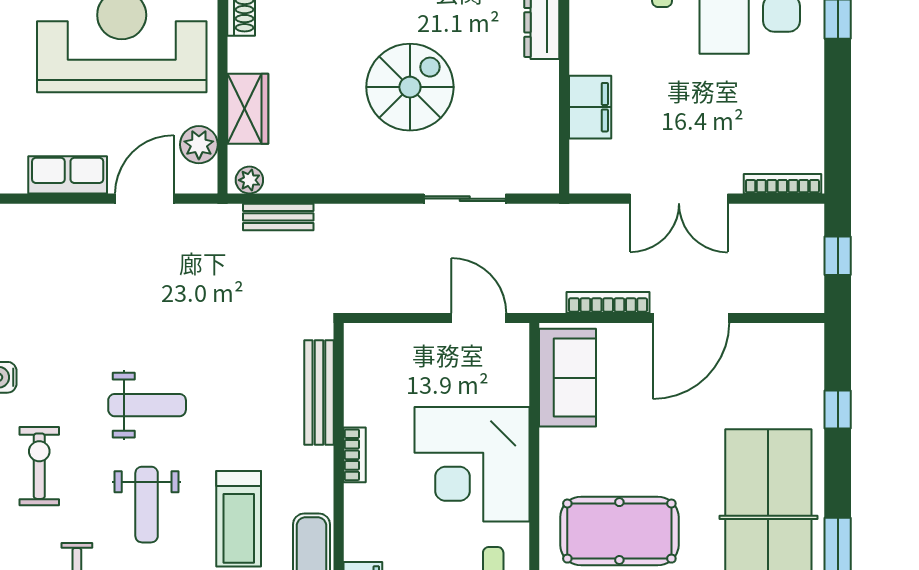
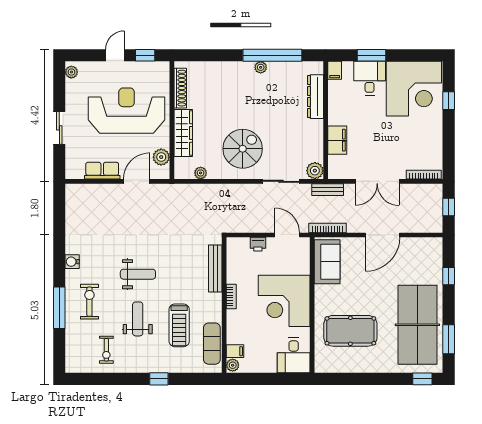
spiral stairs: (410, 87) -> (243, 149), moved
wardrobe: (248, 109) -> (183, 133), width x1.50
plant: (540, 175) -> (315, 171), added
plant: (249, 180) -> (201, 173), moved
bench: (278, 217) -> (328, 190), moved
bookcase: (608, 302) -> (327, 228), moved
printer: (414, 338) -> (258, 244), added
weight bench: (147, 505) -> (138, 319), turned 180

